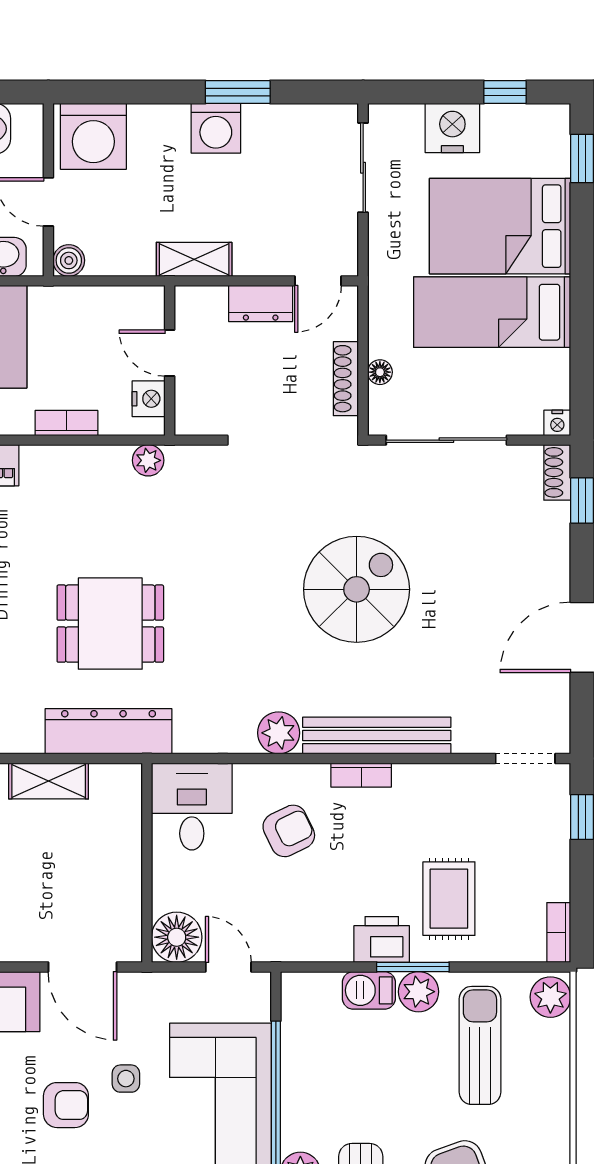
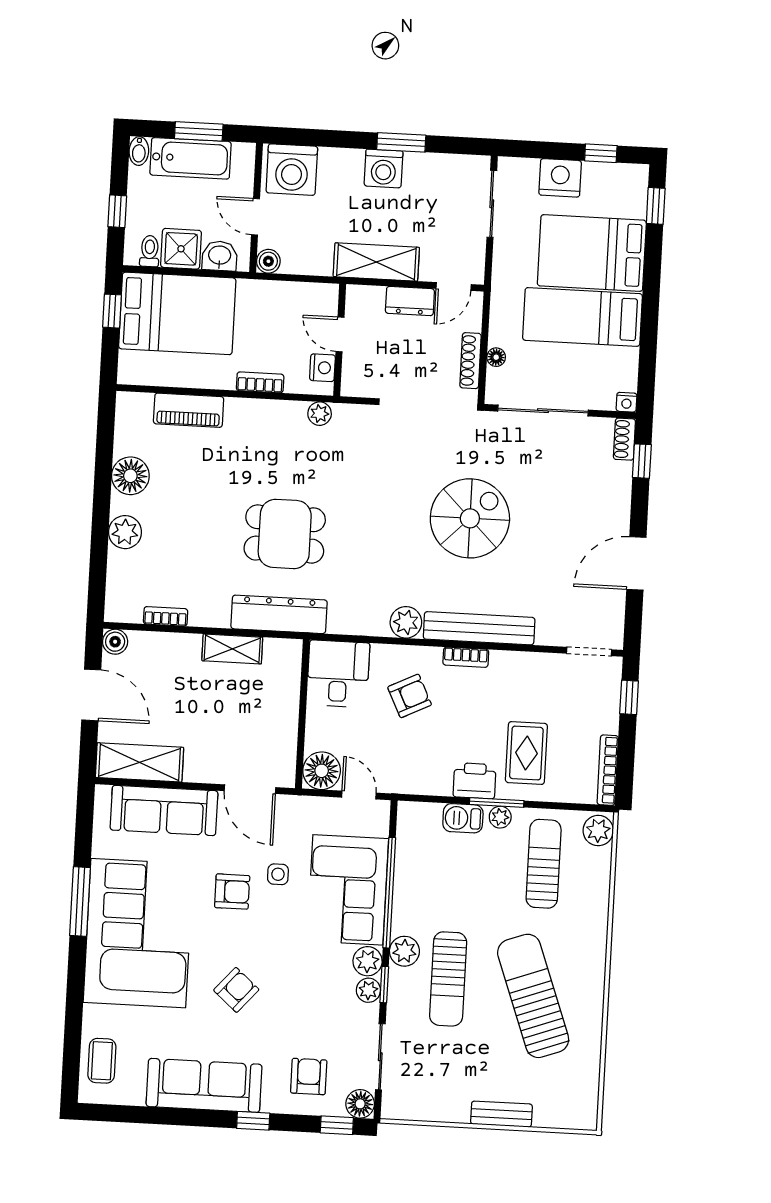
shelving: (194, 259) -> (376, 262), width x1.50, depth x1.33
bookcase: (559, 933) -> (608, 770), width x1.56
plant: (419, 992) -> (500, 817), width x0.73, depth x0.73

